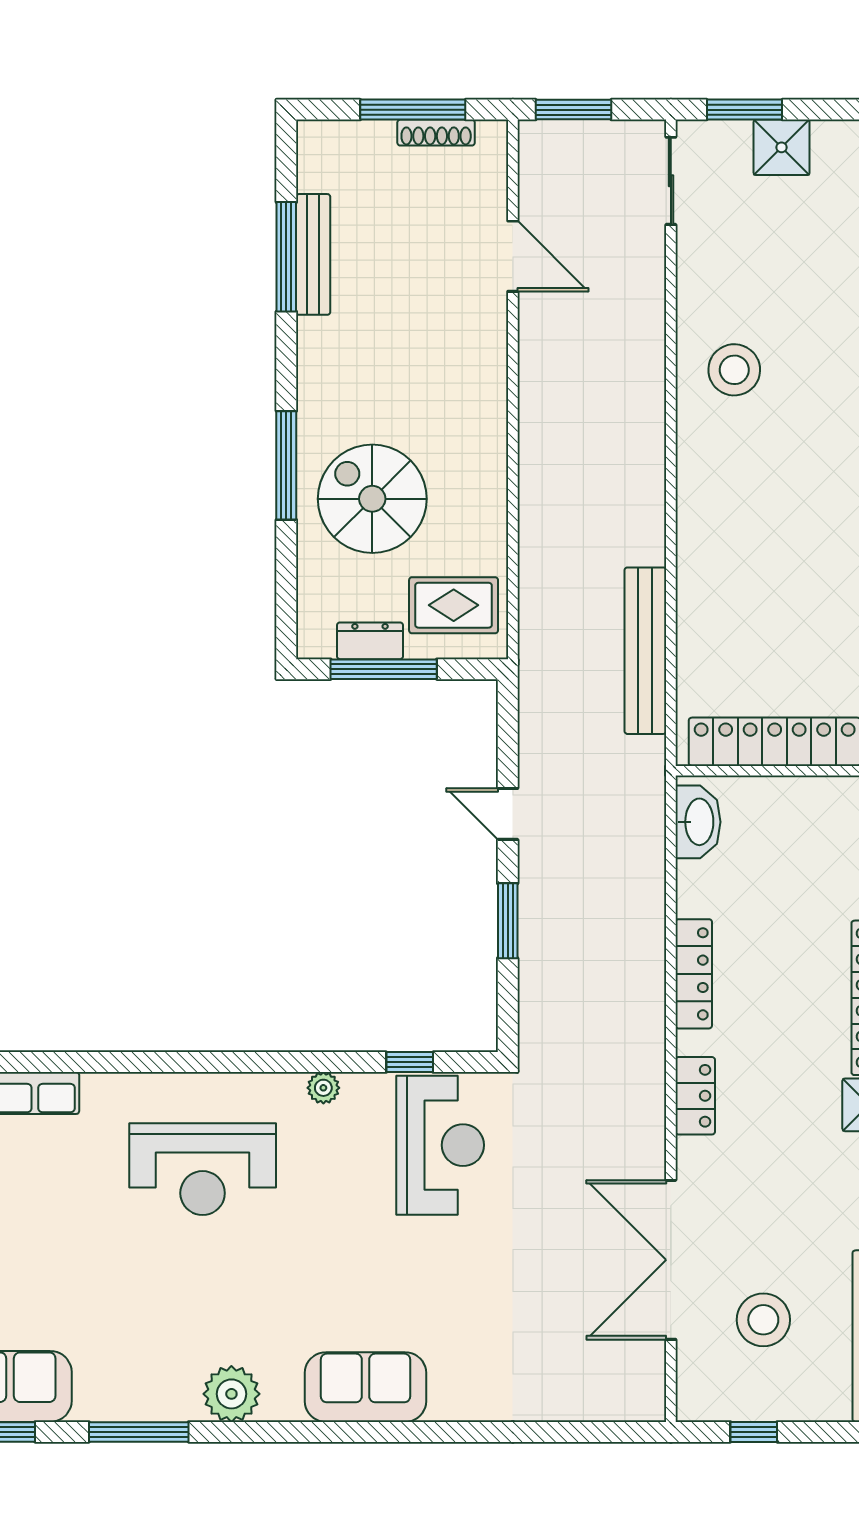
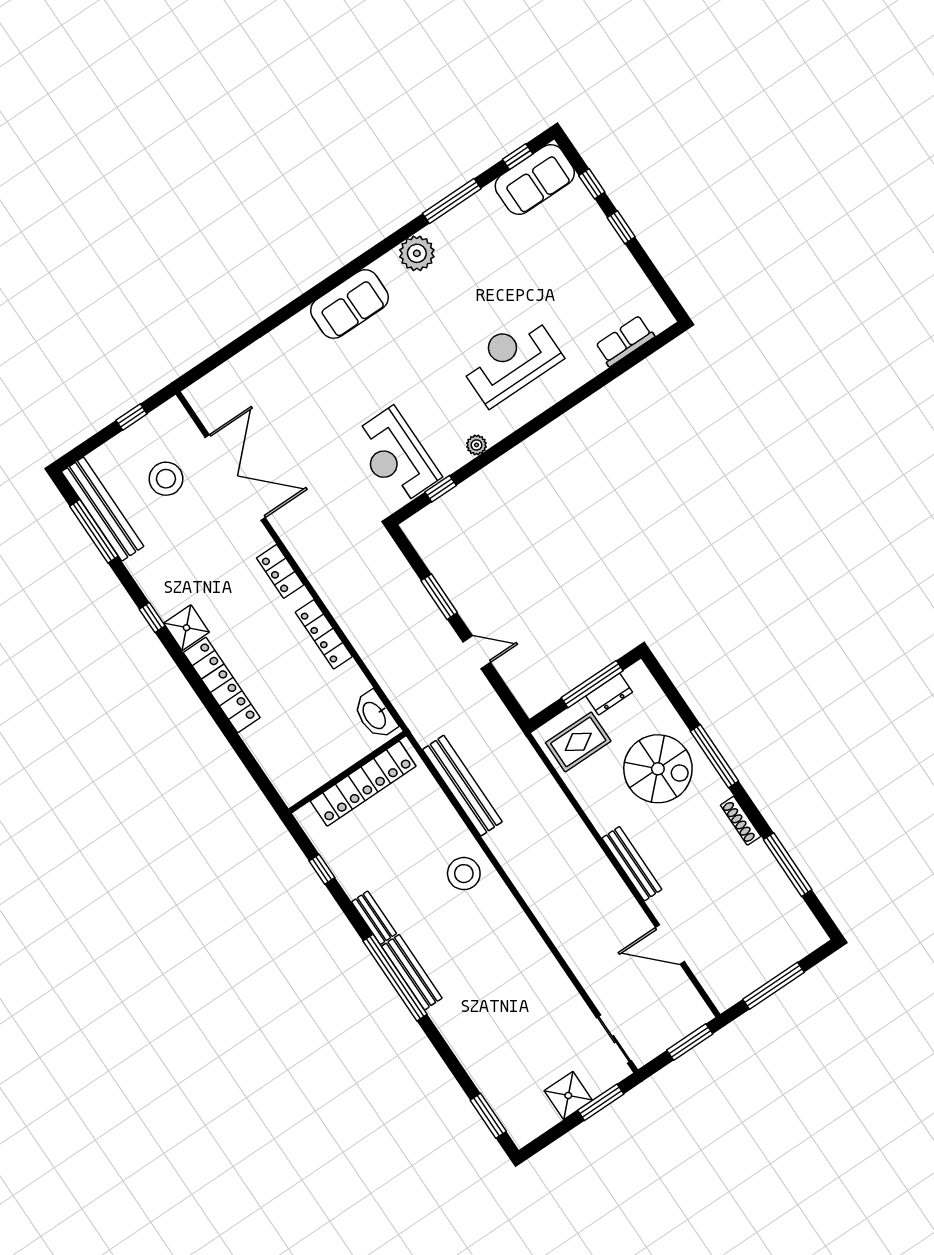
shoe rack: (436, 133) -> (741, 821), moved, turned -90
bench: (313, 254) -> (632, 864), moved
stool: (734, 370) -> (464, 874), moved

